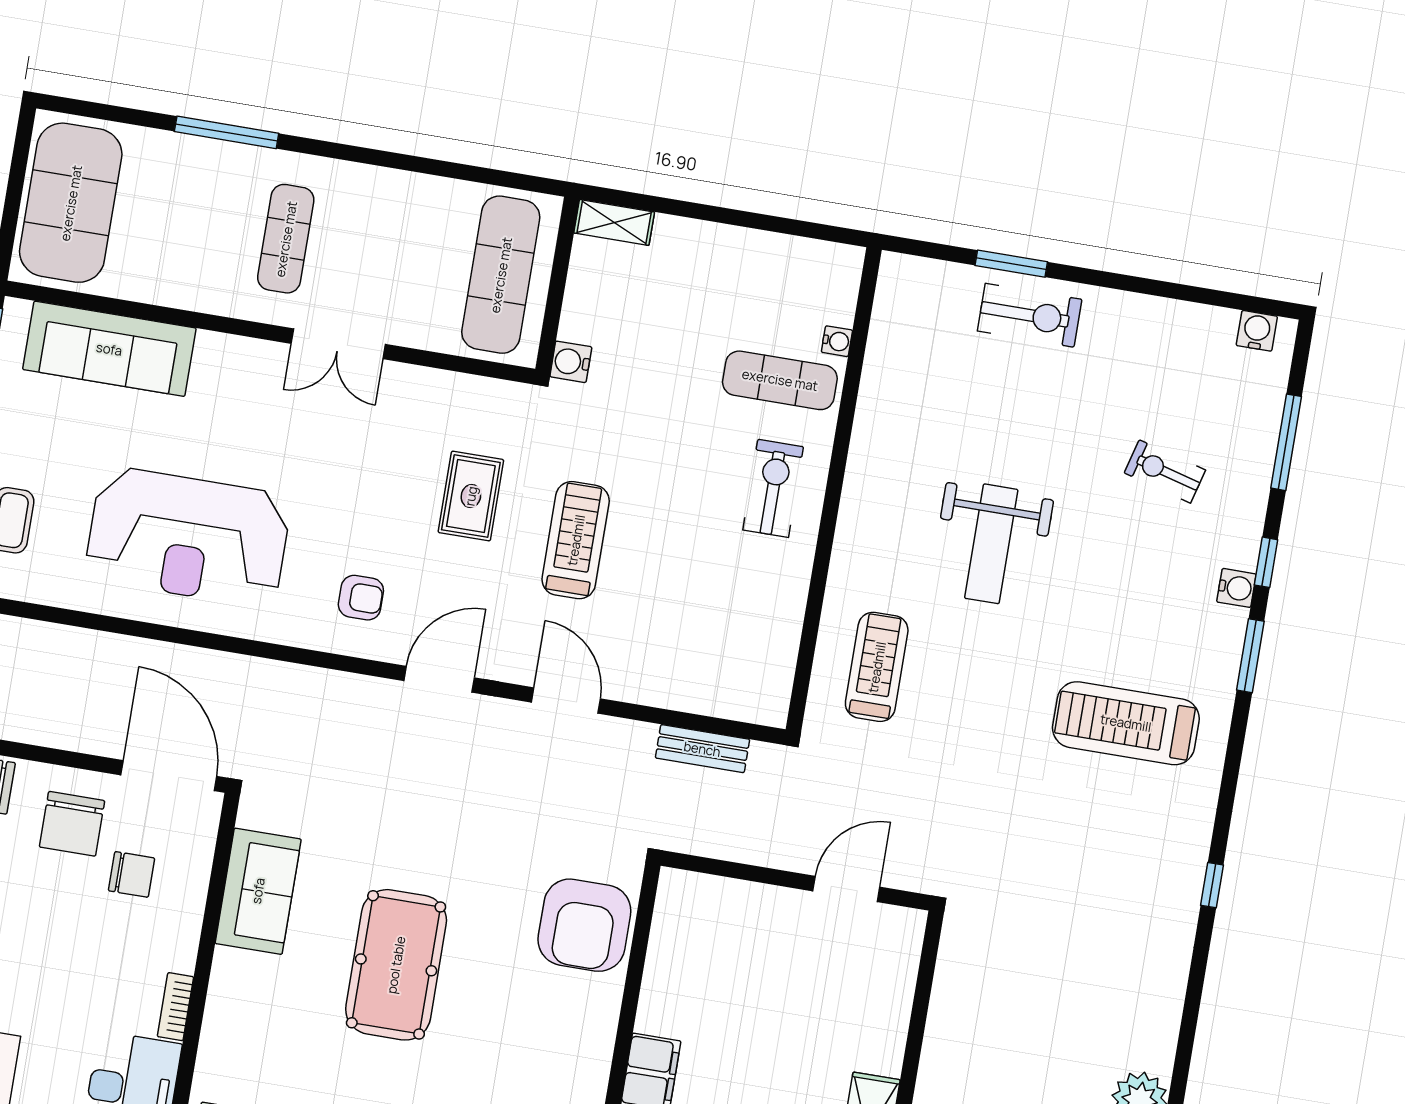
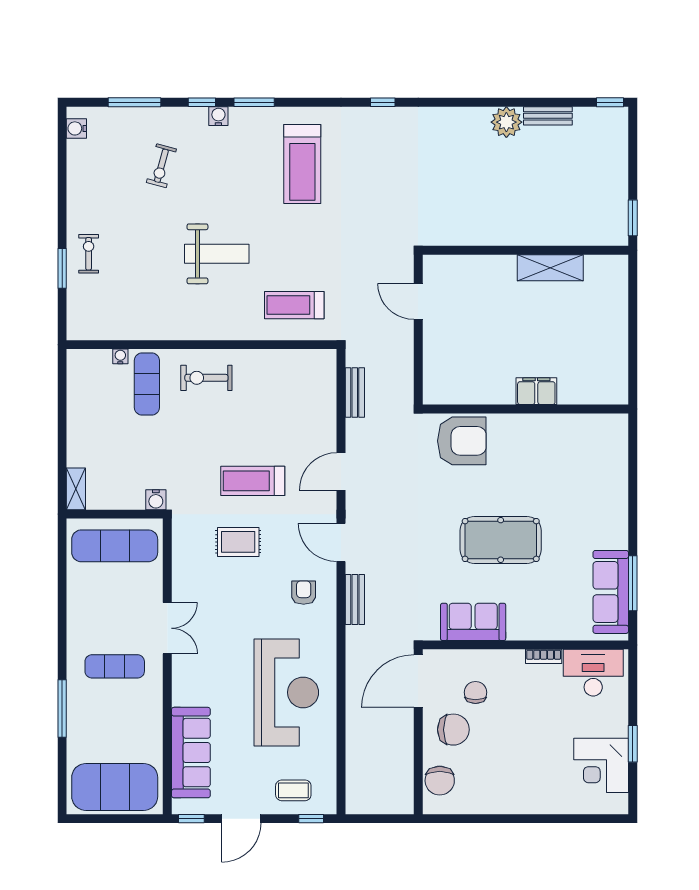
exercise bike: (1030, 315) -> (89, 254), width x0.73, depth x0.72
bench: (333, 687) -> (355, 600), added

